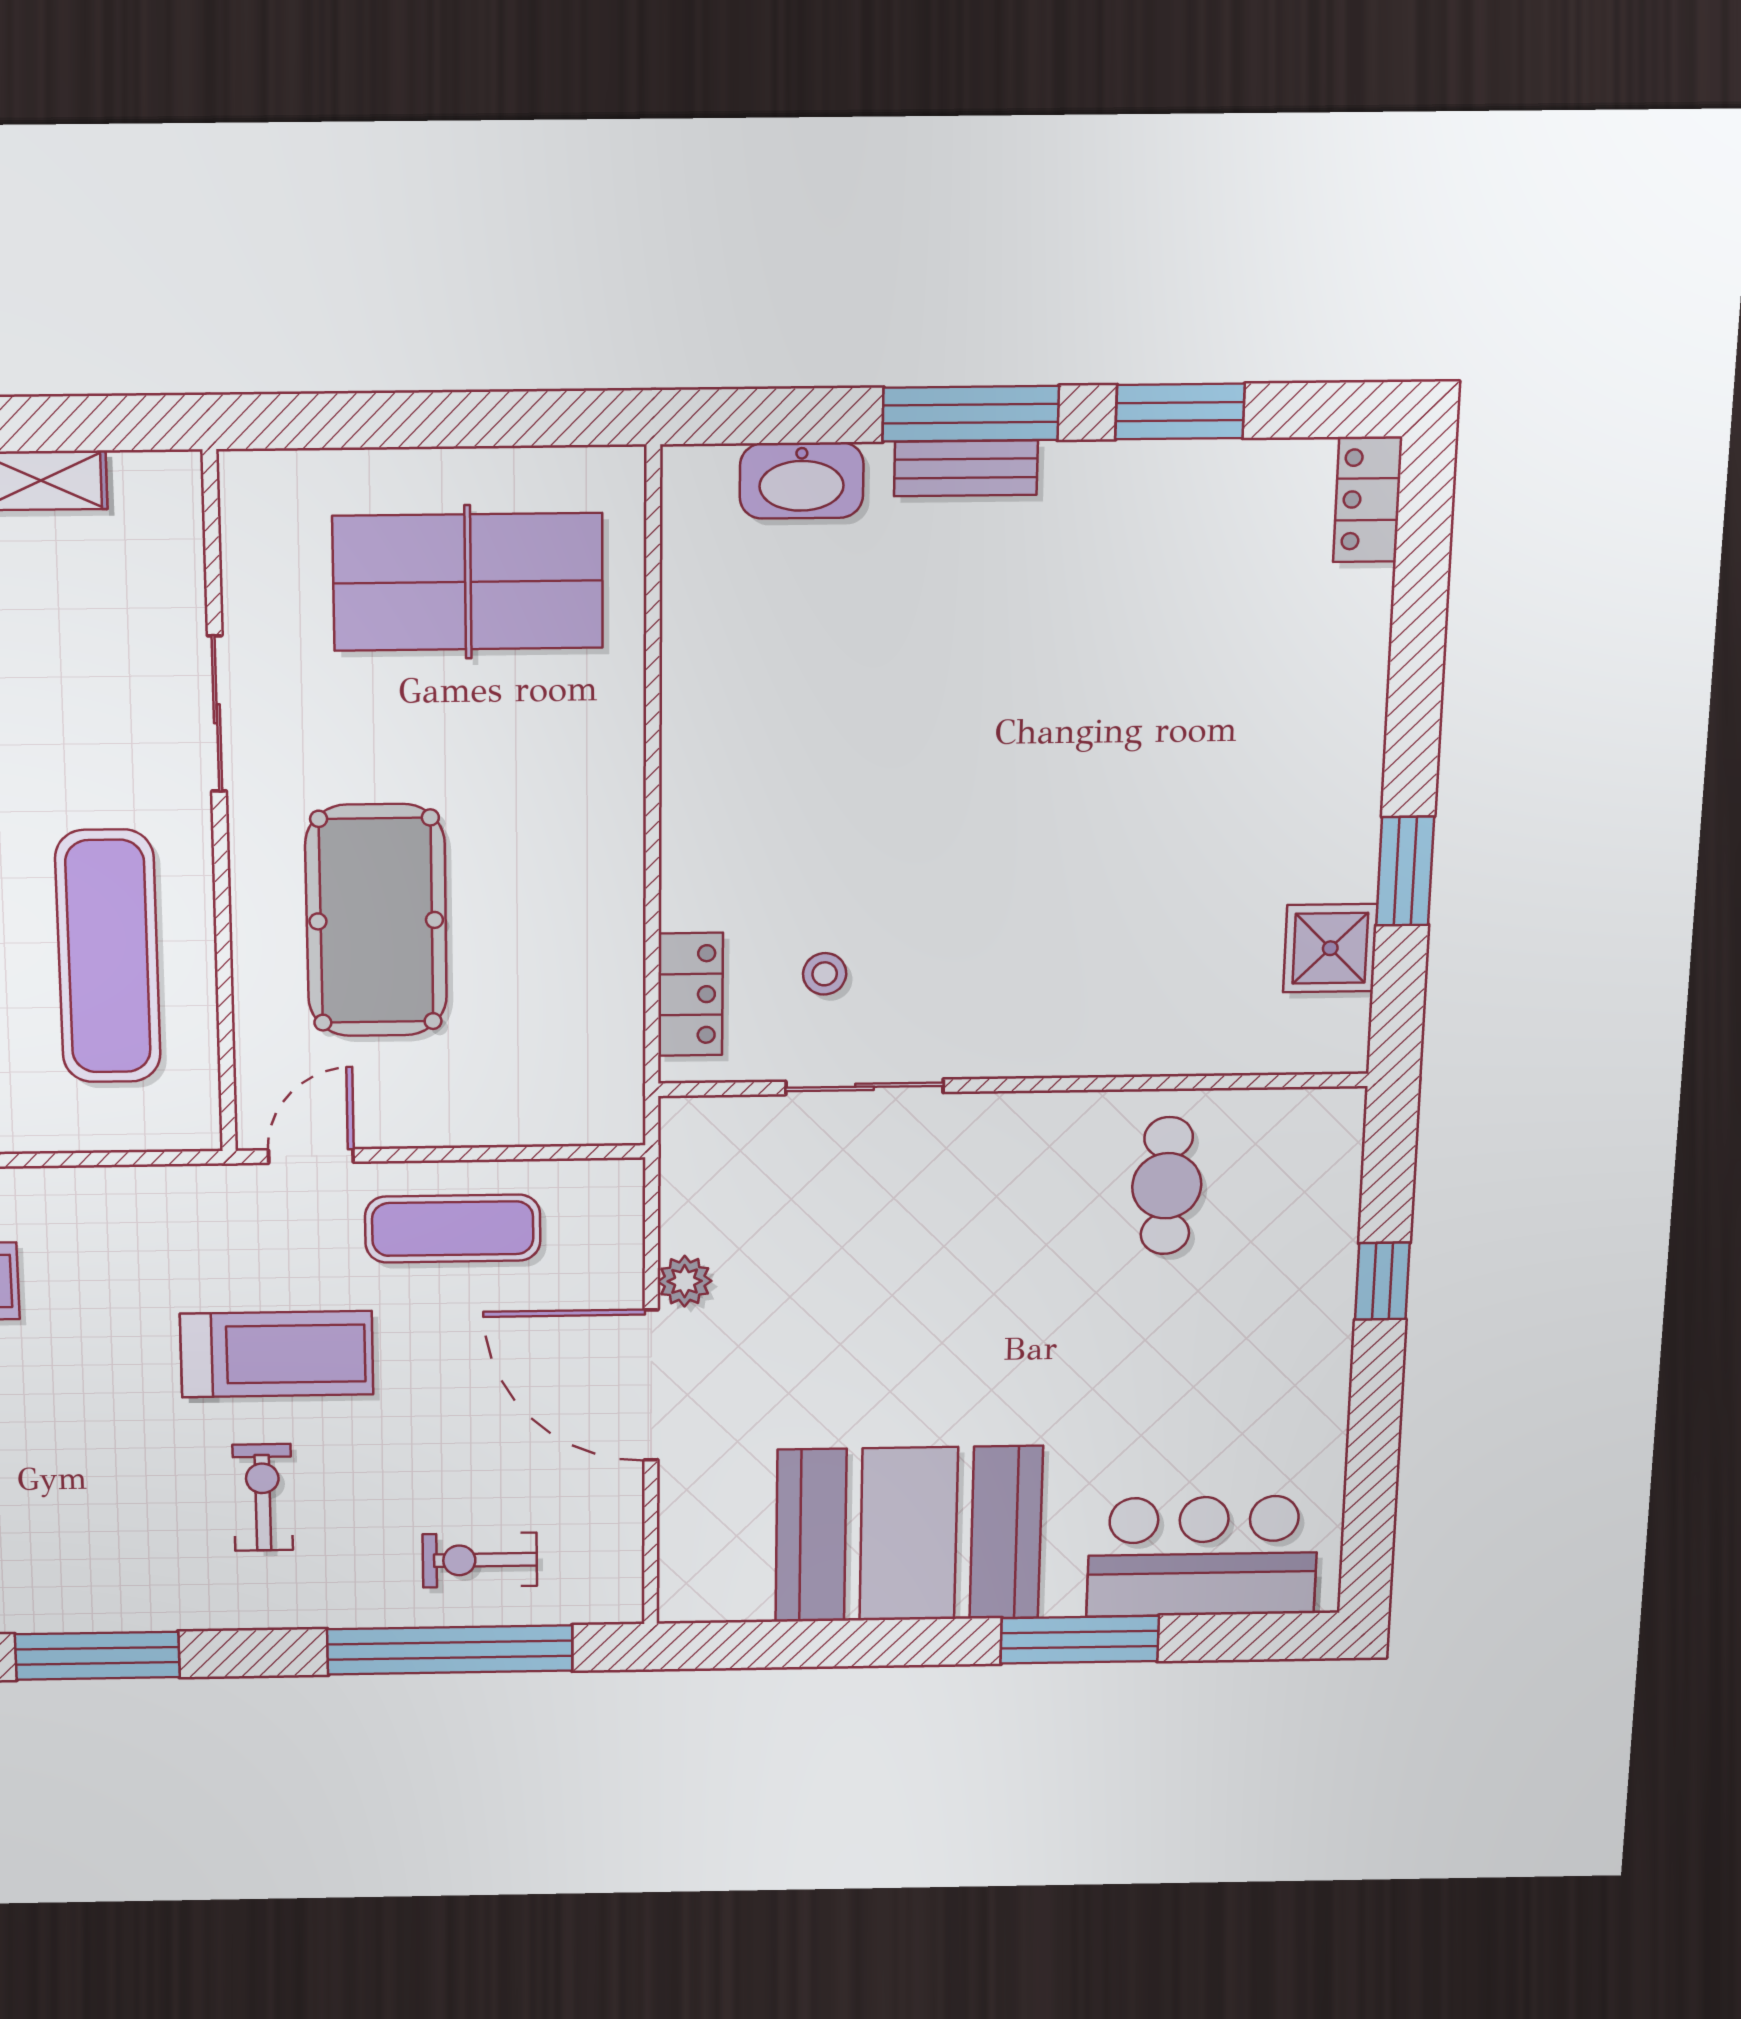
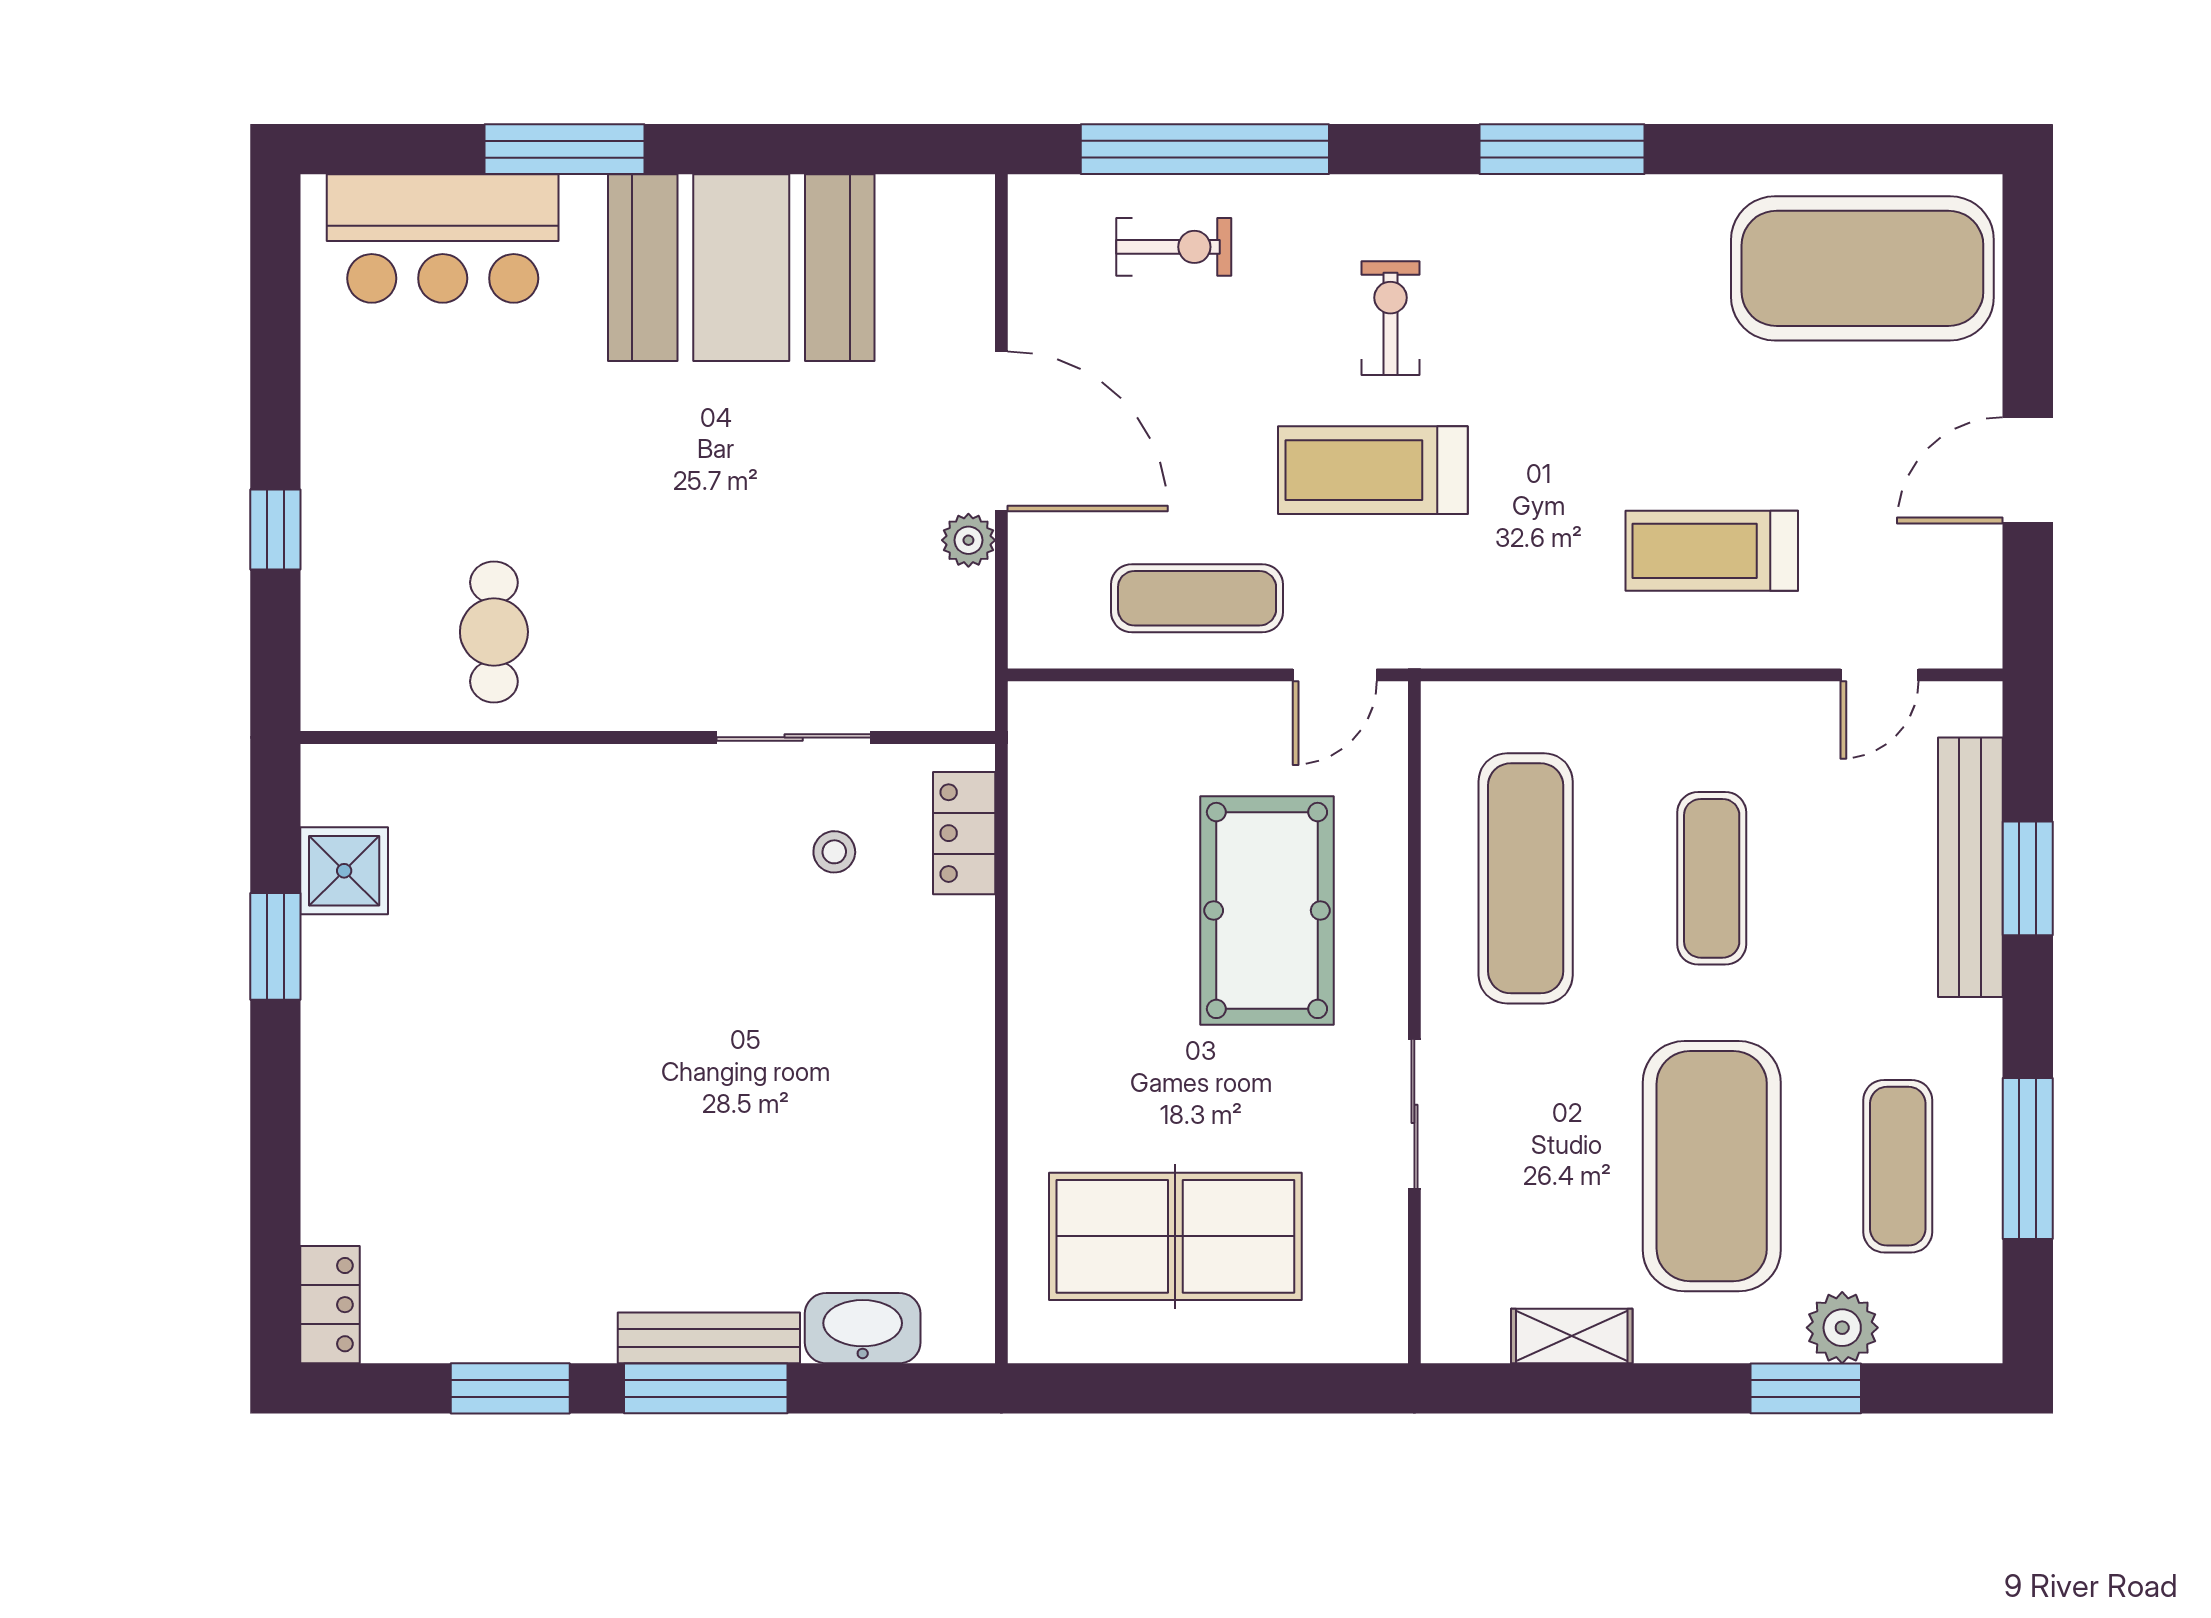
bench: (966, 468) -> (709, 1338), width x1.36
exercise bike: (263, 1497) -> (1390, 318), turned 180

